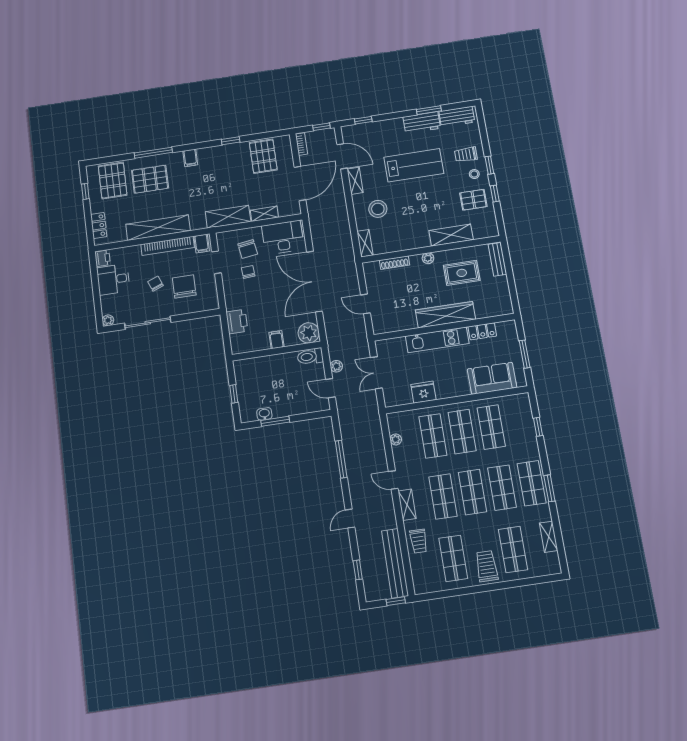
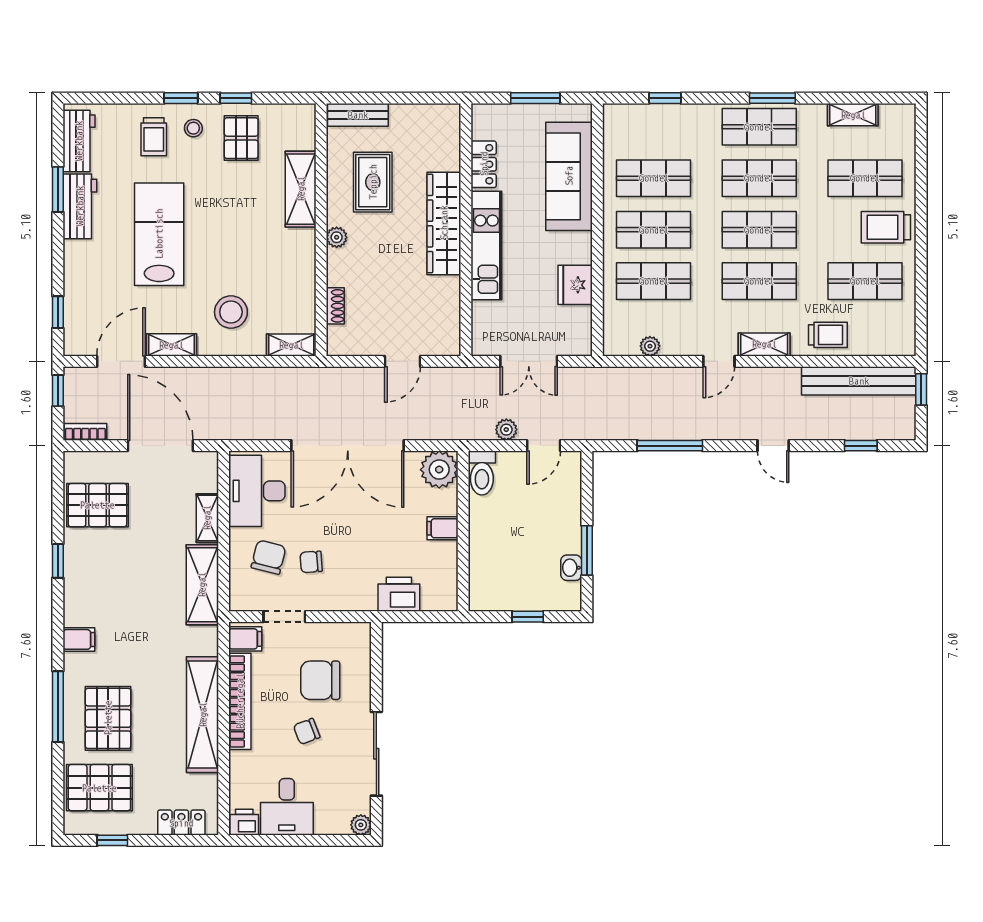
chair: (248, 249) -> (269, 557), turned -68
shoe rack: (394, 263) -> (335, 306), width x0.70
sofa: (492, 378) -> (569, 176), width x1.36

